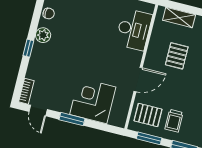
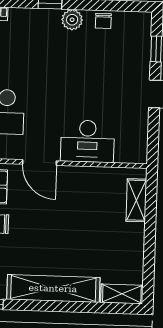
desk: (134, 29) -> (87, 141), moved
pallet: (177, 56) -> (83, 208), removed

